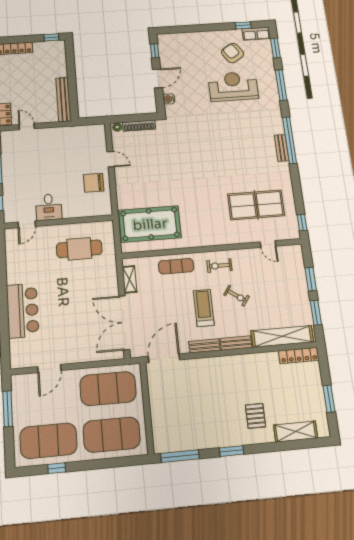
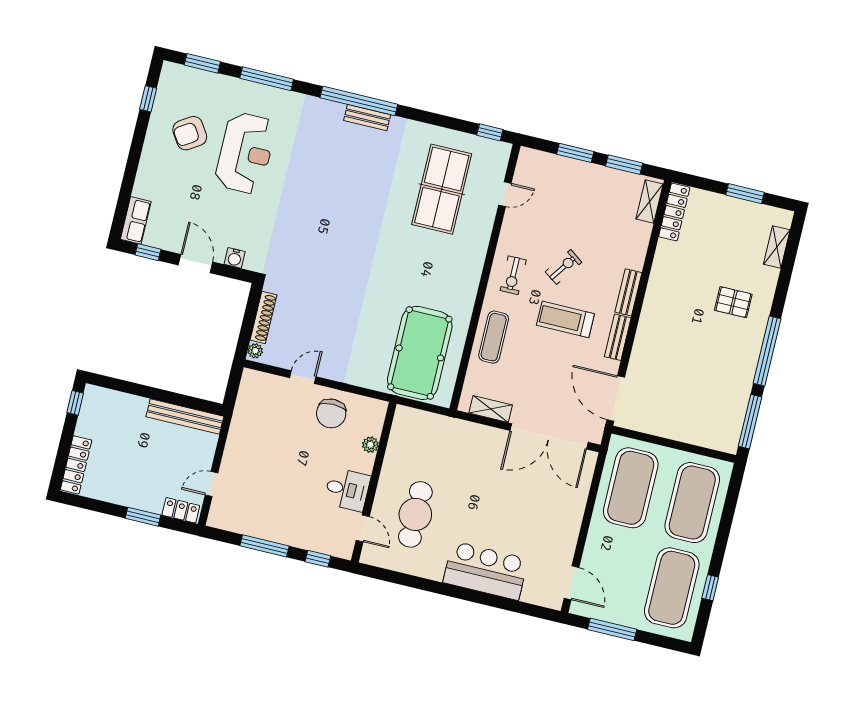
row of seats: (256, 34) -> (136, 220), moved
reception desk: (233, 86) -> (245, 153), turned 180
plant: (82, 212) -> (370, 445), added
cafe table: (79, 249) -> (415, 514), moved
shelving: (282, 336) -> (650, 202), width x0.45, depth x0.75
door: (49, 368) -> (571, 583), moved
shelving: (296, 431) -> (777, 247), width x0.67, depth x0.75
window: (232, 451) -> (767, 351), width x2.11

